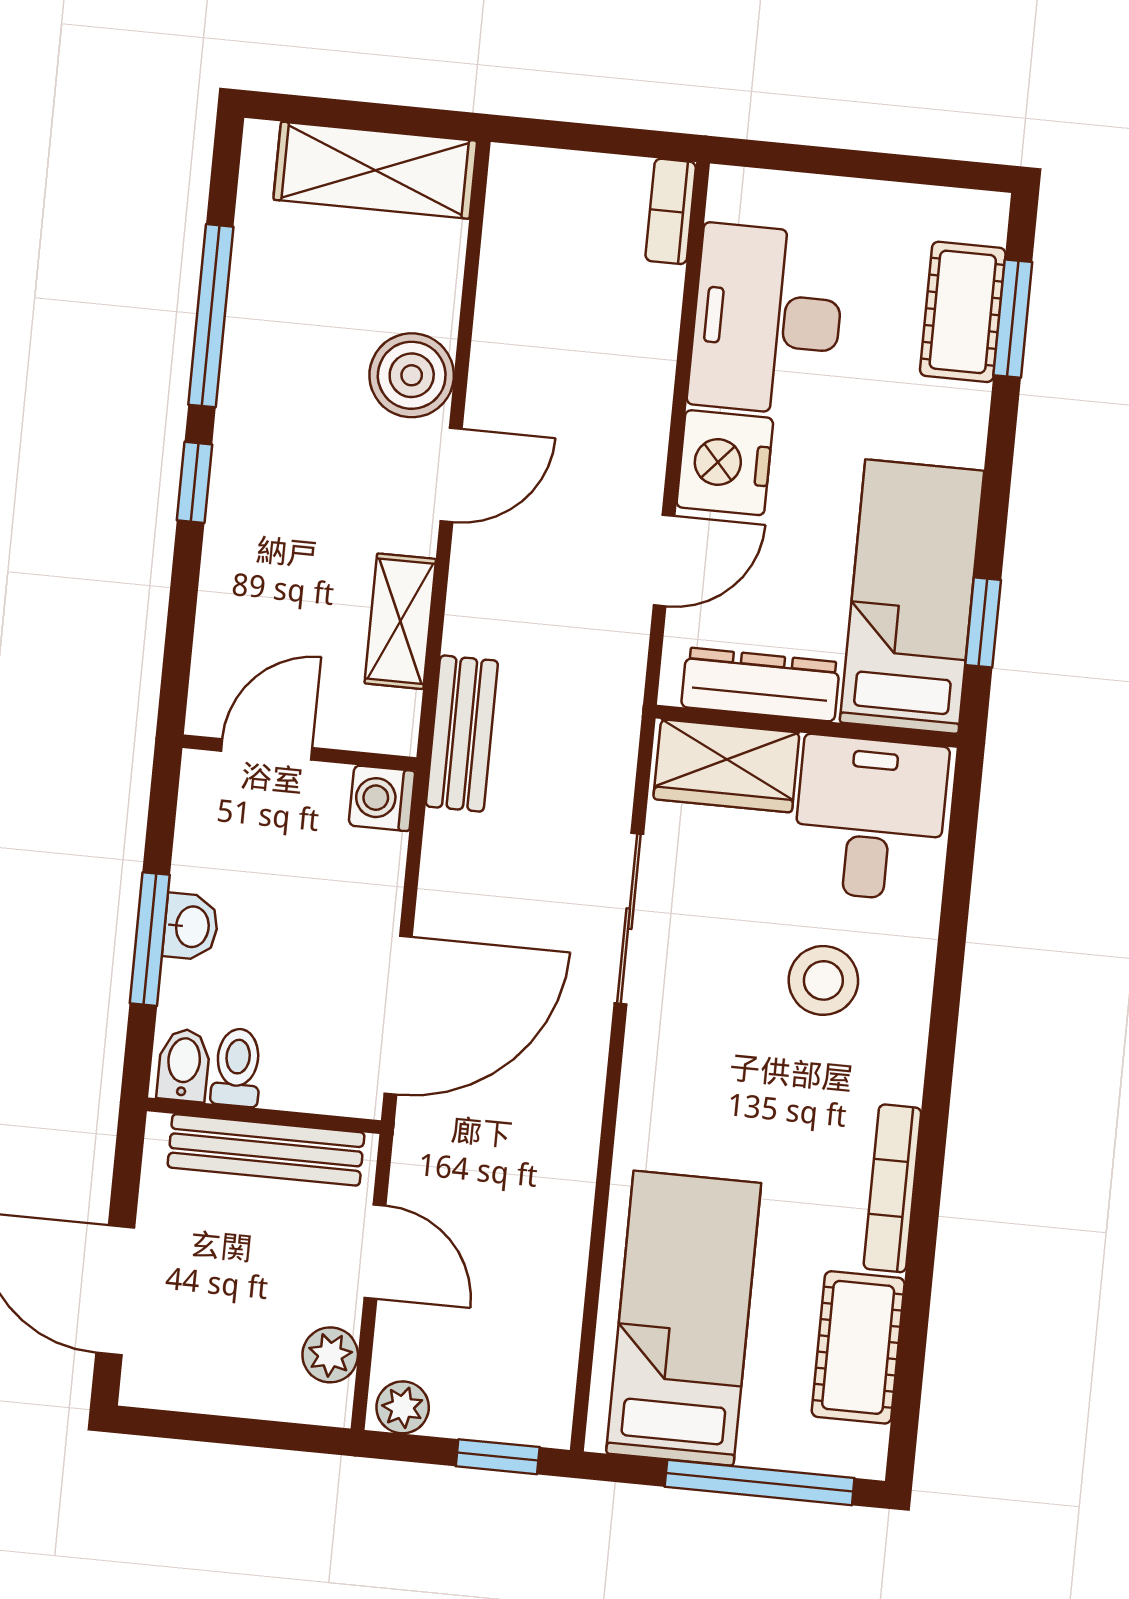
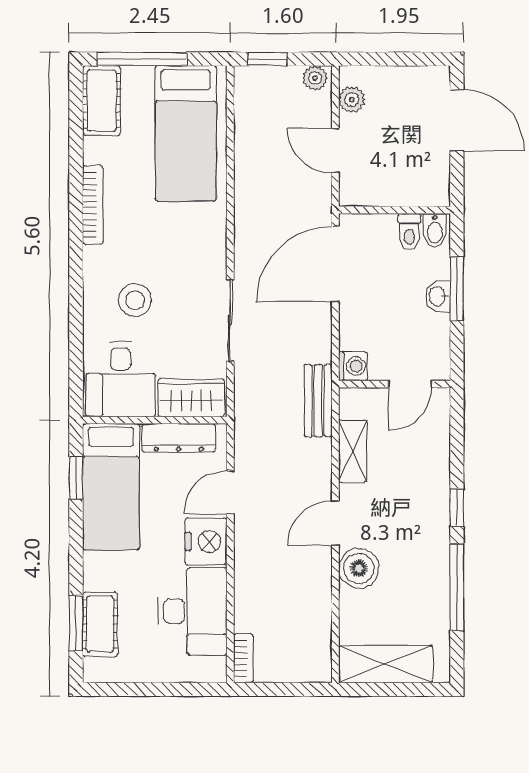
bench: (266, 1150) -> (392, 194), removed
cot: (858, 1347) -> (102, 101), moved

